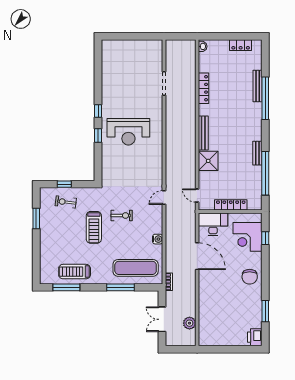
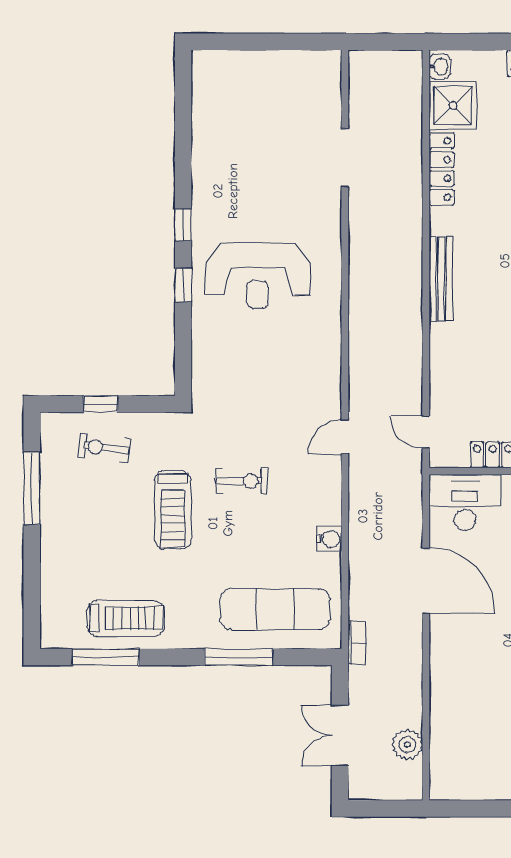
shower: (208, 161) -> (453, 105), moved
window: (36, 219) -> (32, 488), width x1.44
treadmill: (75, 272) -> (126, 618), turned 180

